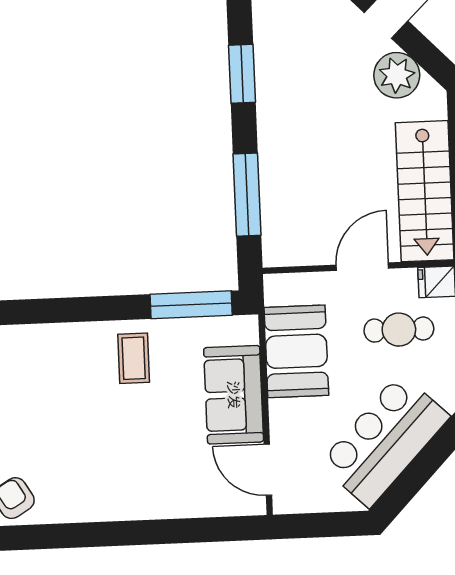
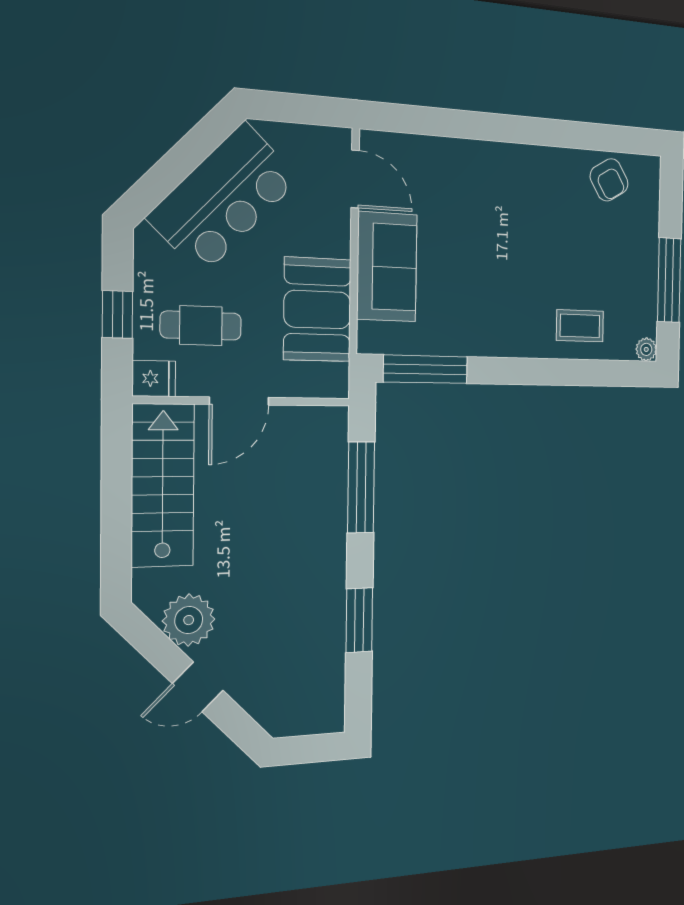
coffee table: (134, 358) -> (580, 326), moved, turned 90

